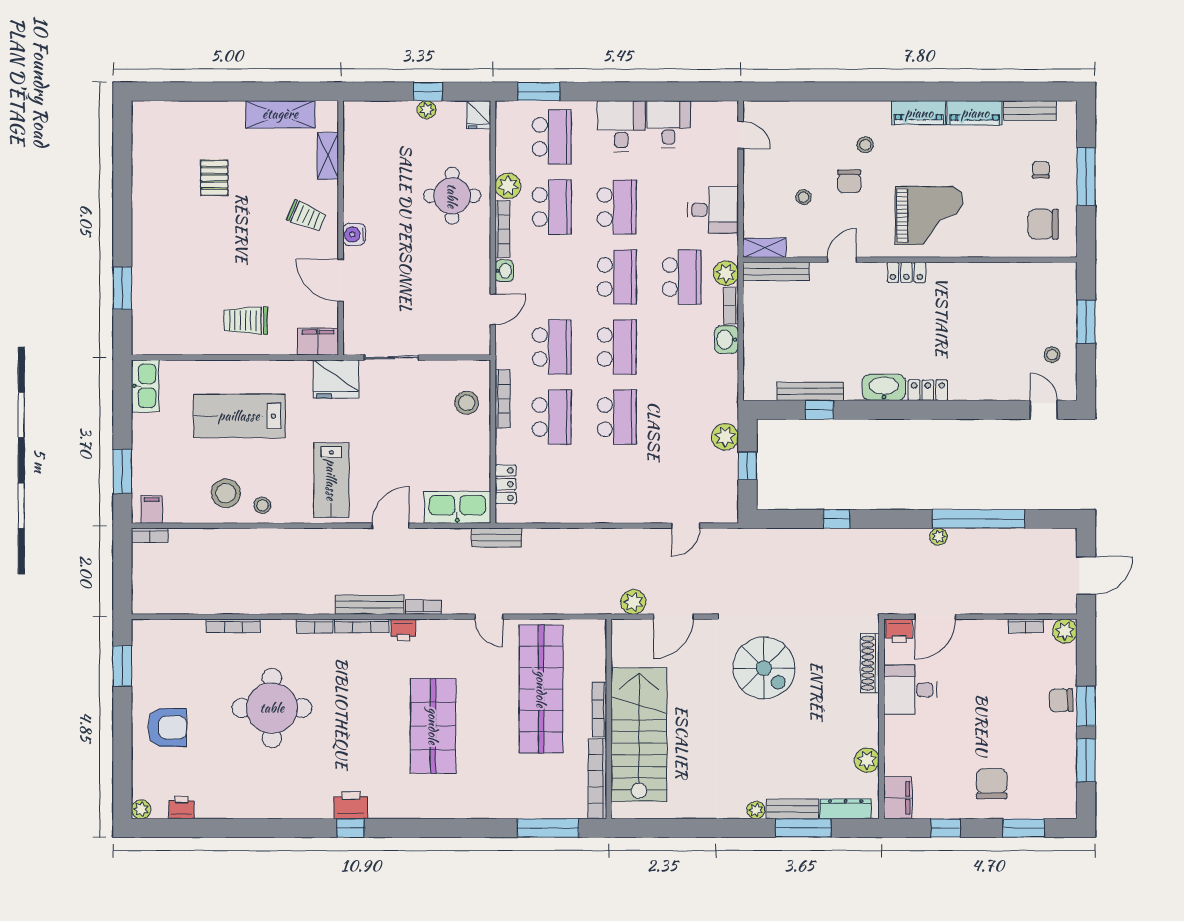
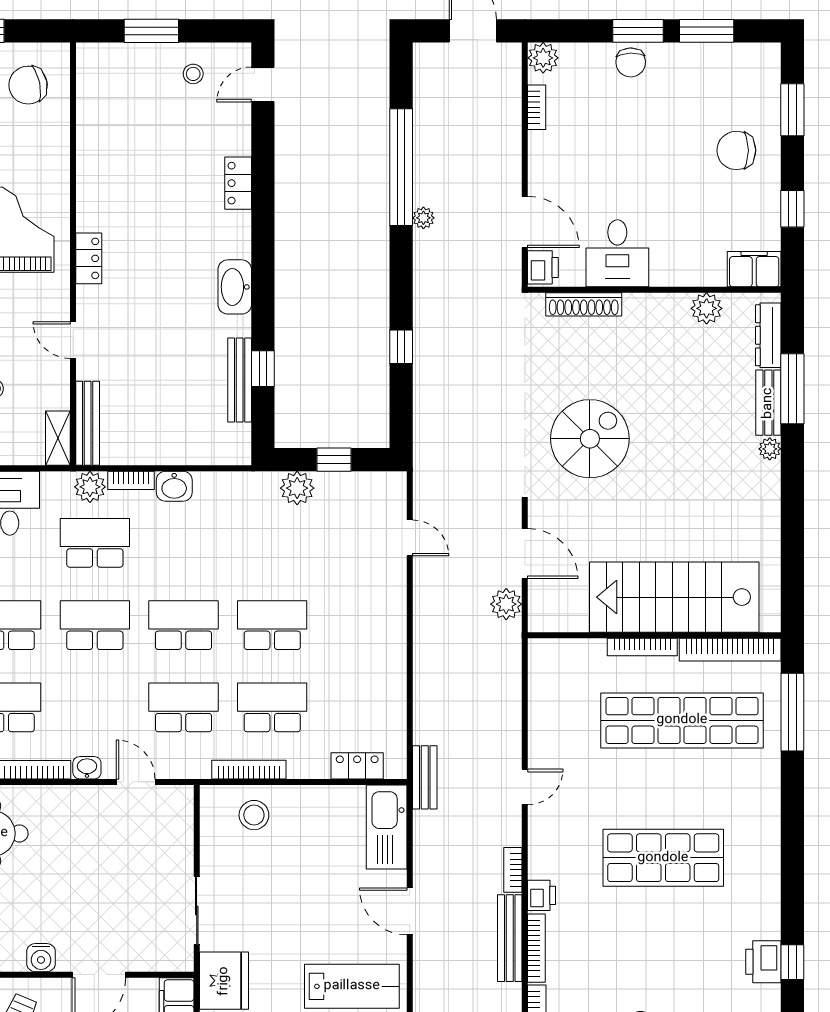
chair: (1043, 224) -> (28, 85), turned 78
locker: (928, 390) -> (238, 183), moved
shop shelf: (541, 689) -> (682, 720), moved

